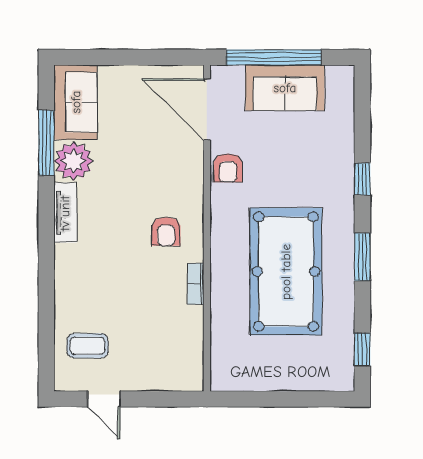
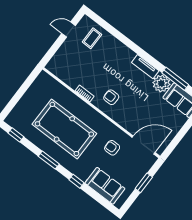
window: (274, 57) -> (144, 183), width x0.47
sofa: (285, 88) -> (105, 186), moved, turned 90
armchair: (228, 168) -> (112, 148), moved

